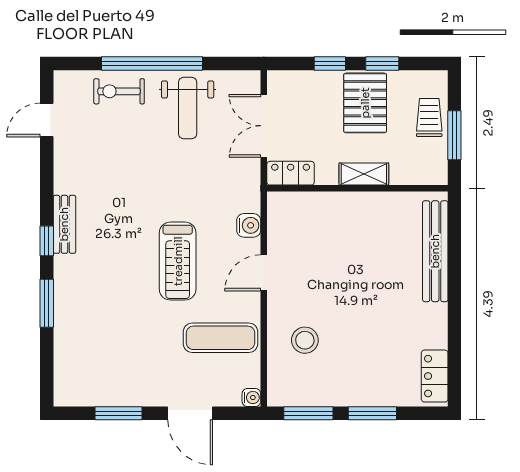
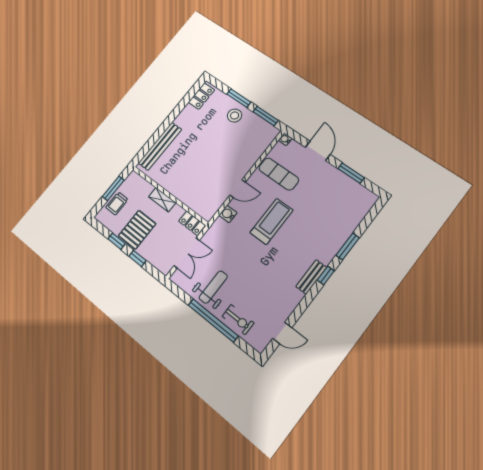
stool: (305, 340) -> (235, 116), moved

